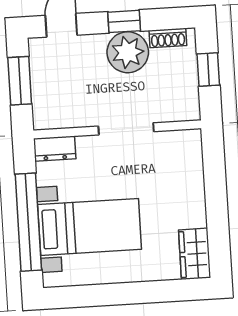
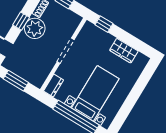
window: (214, 162) -> (104, 24), added
wardrobe: (195, 254) -> (124, 51), moved

